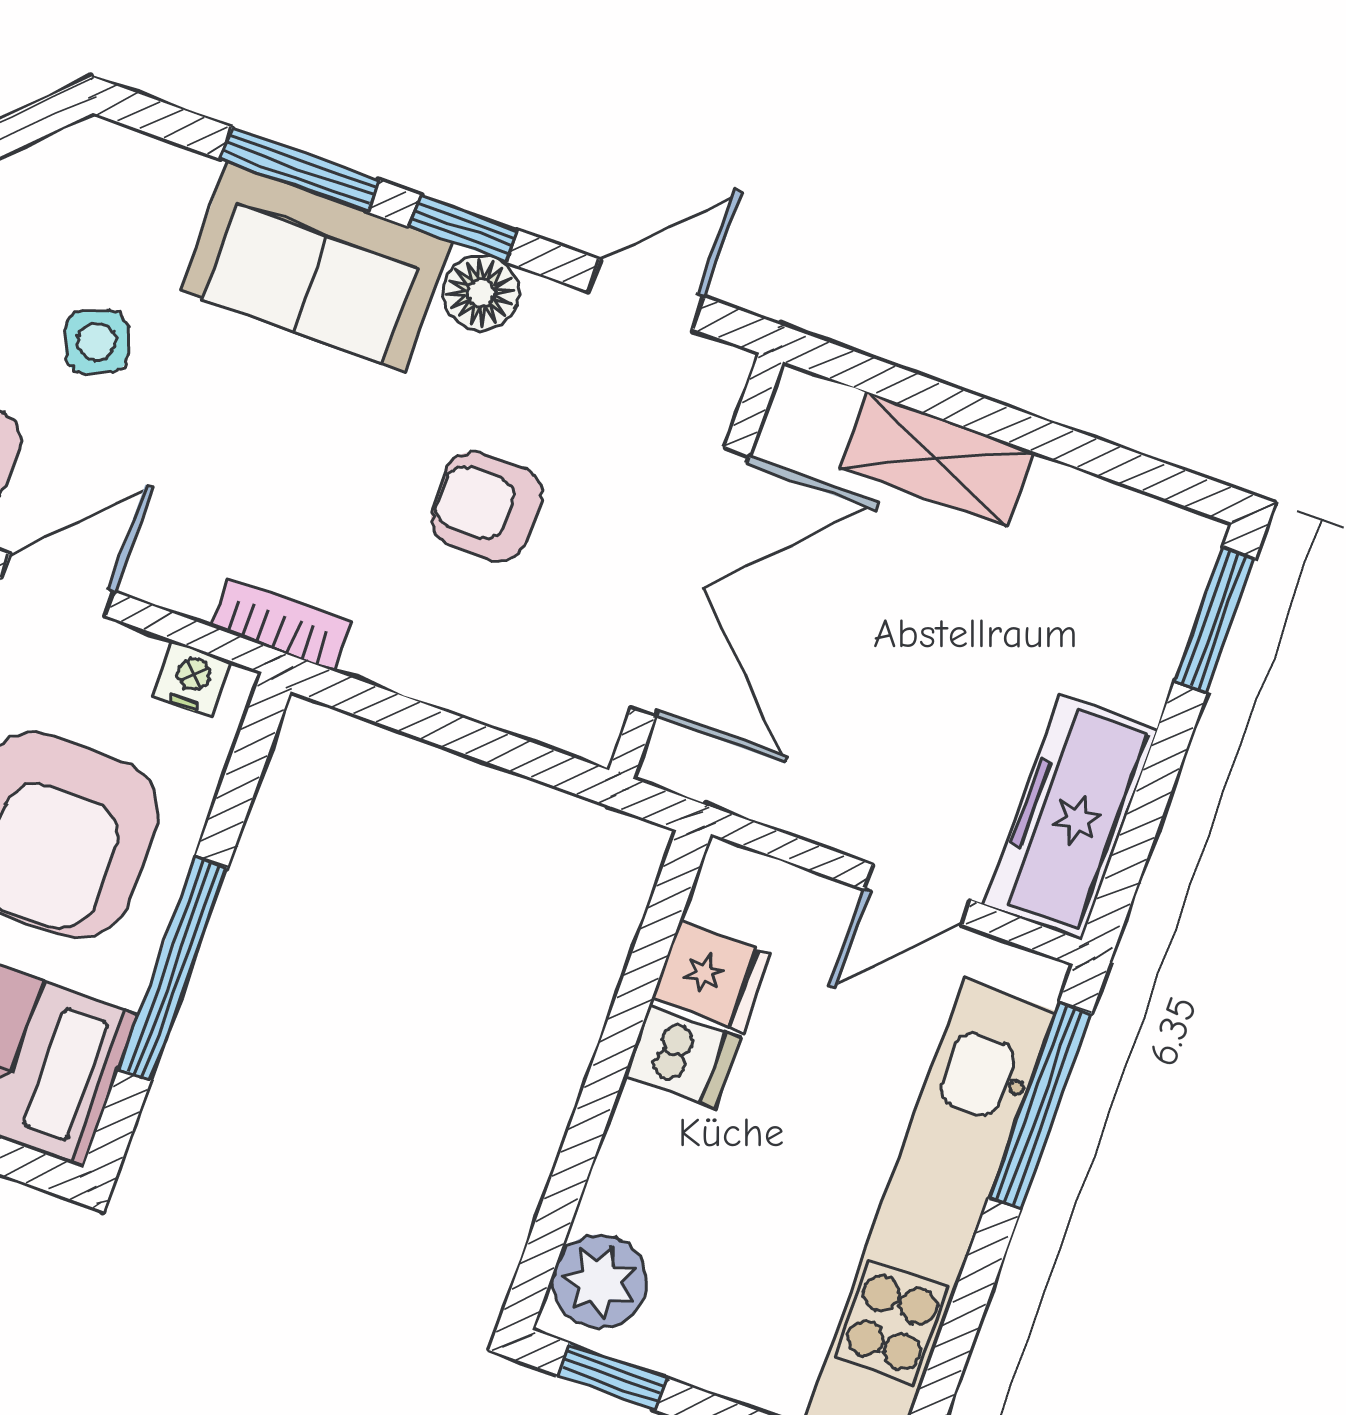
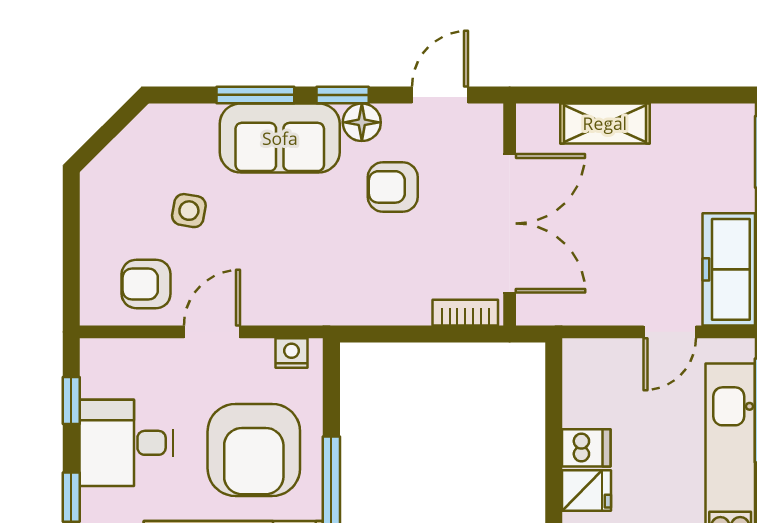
side table: (96, 342) -> (189, 211), turned 32
armchair: (486, 506) -> (393, 187), moved
bookcase: (281, 625) -> (465, 313), moved
fridge: (711, 976) -> (586, 491), moved

